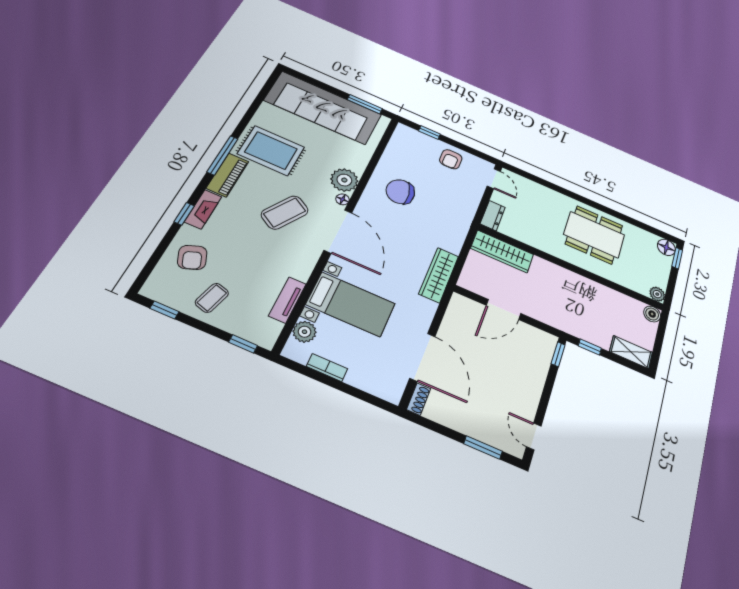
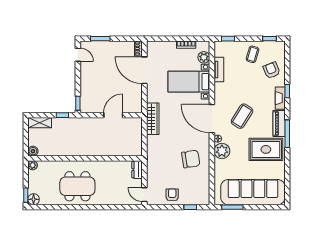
wardrobe: (502, 251) -> (125, 149), removed

